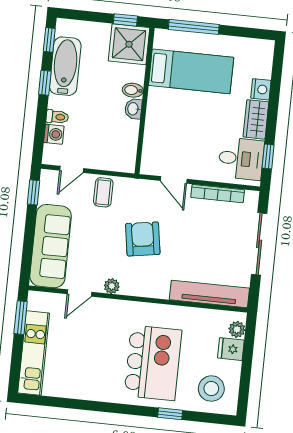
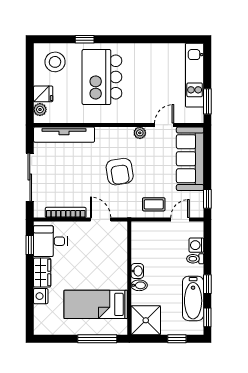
window: (125, 20) -> (177, 339), moved
coffee table: (103, 192) -> (154, 204), turned 90

